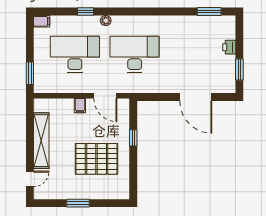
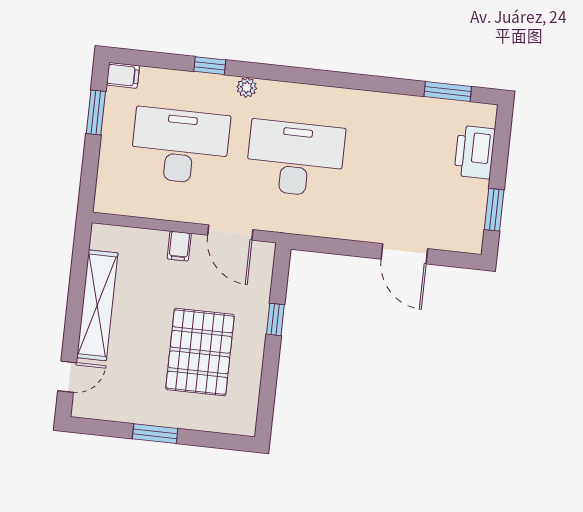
printer: (229, 47) -> (475, 152), width x1.87, depth x1.48
window: (30, 73) -> (96, 112), moved
door: (196, 97) -> (404, 254), width x0.73
pallet: (97, 159) -> (200, 352), turned 90

